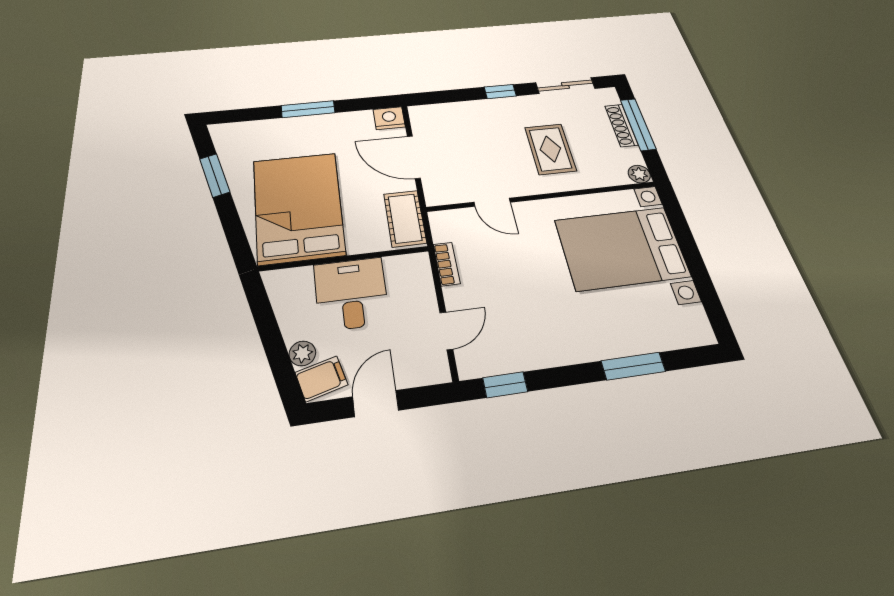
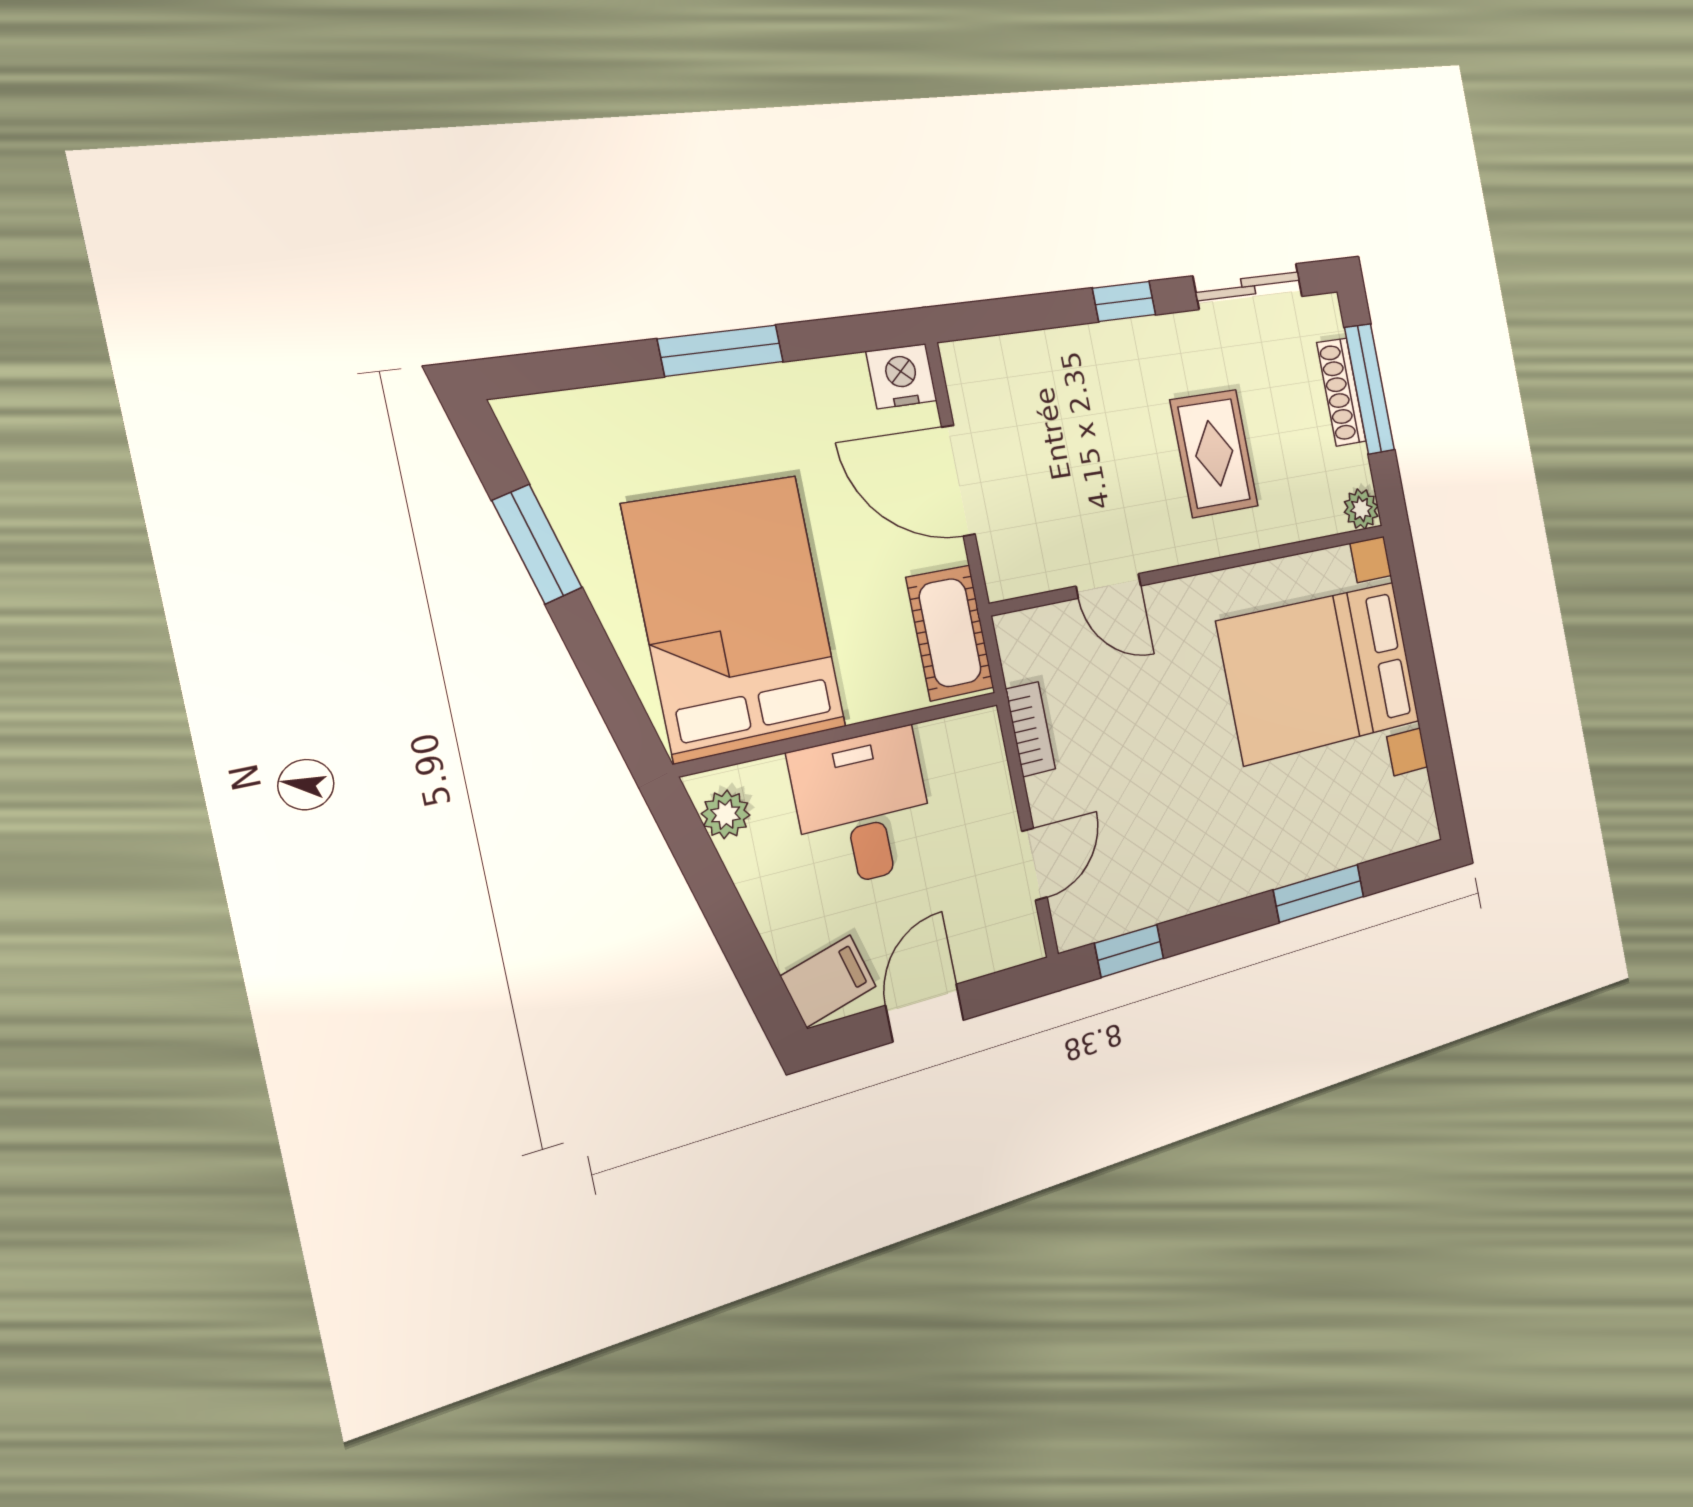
plant: (302, 353) -> (726, 814), moved

